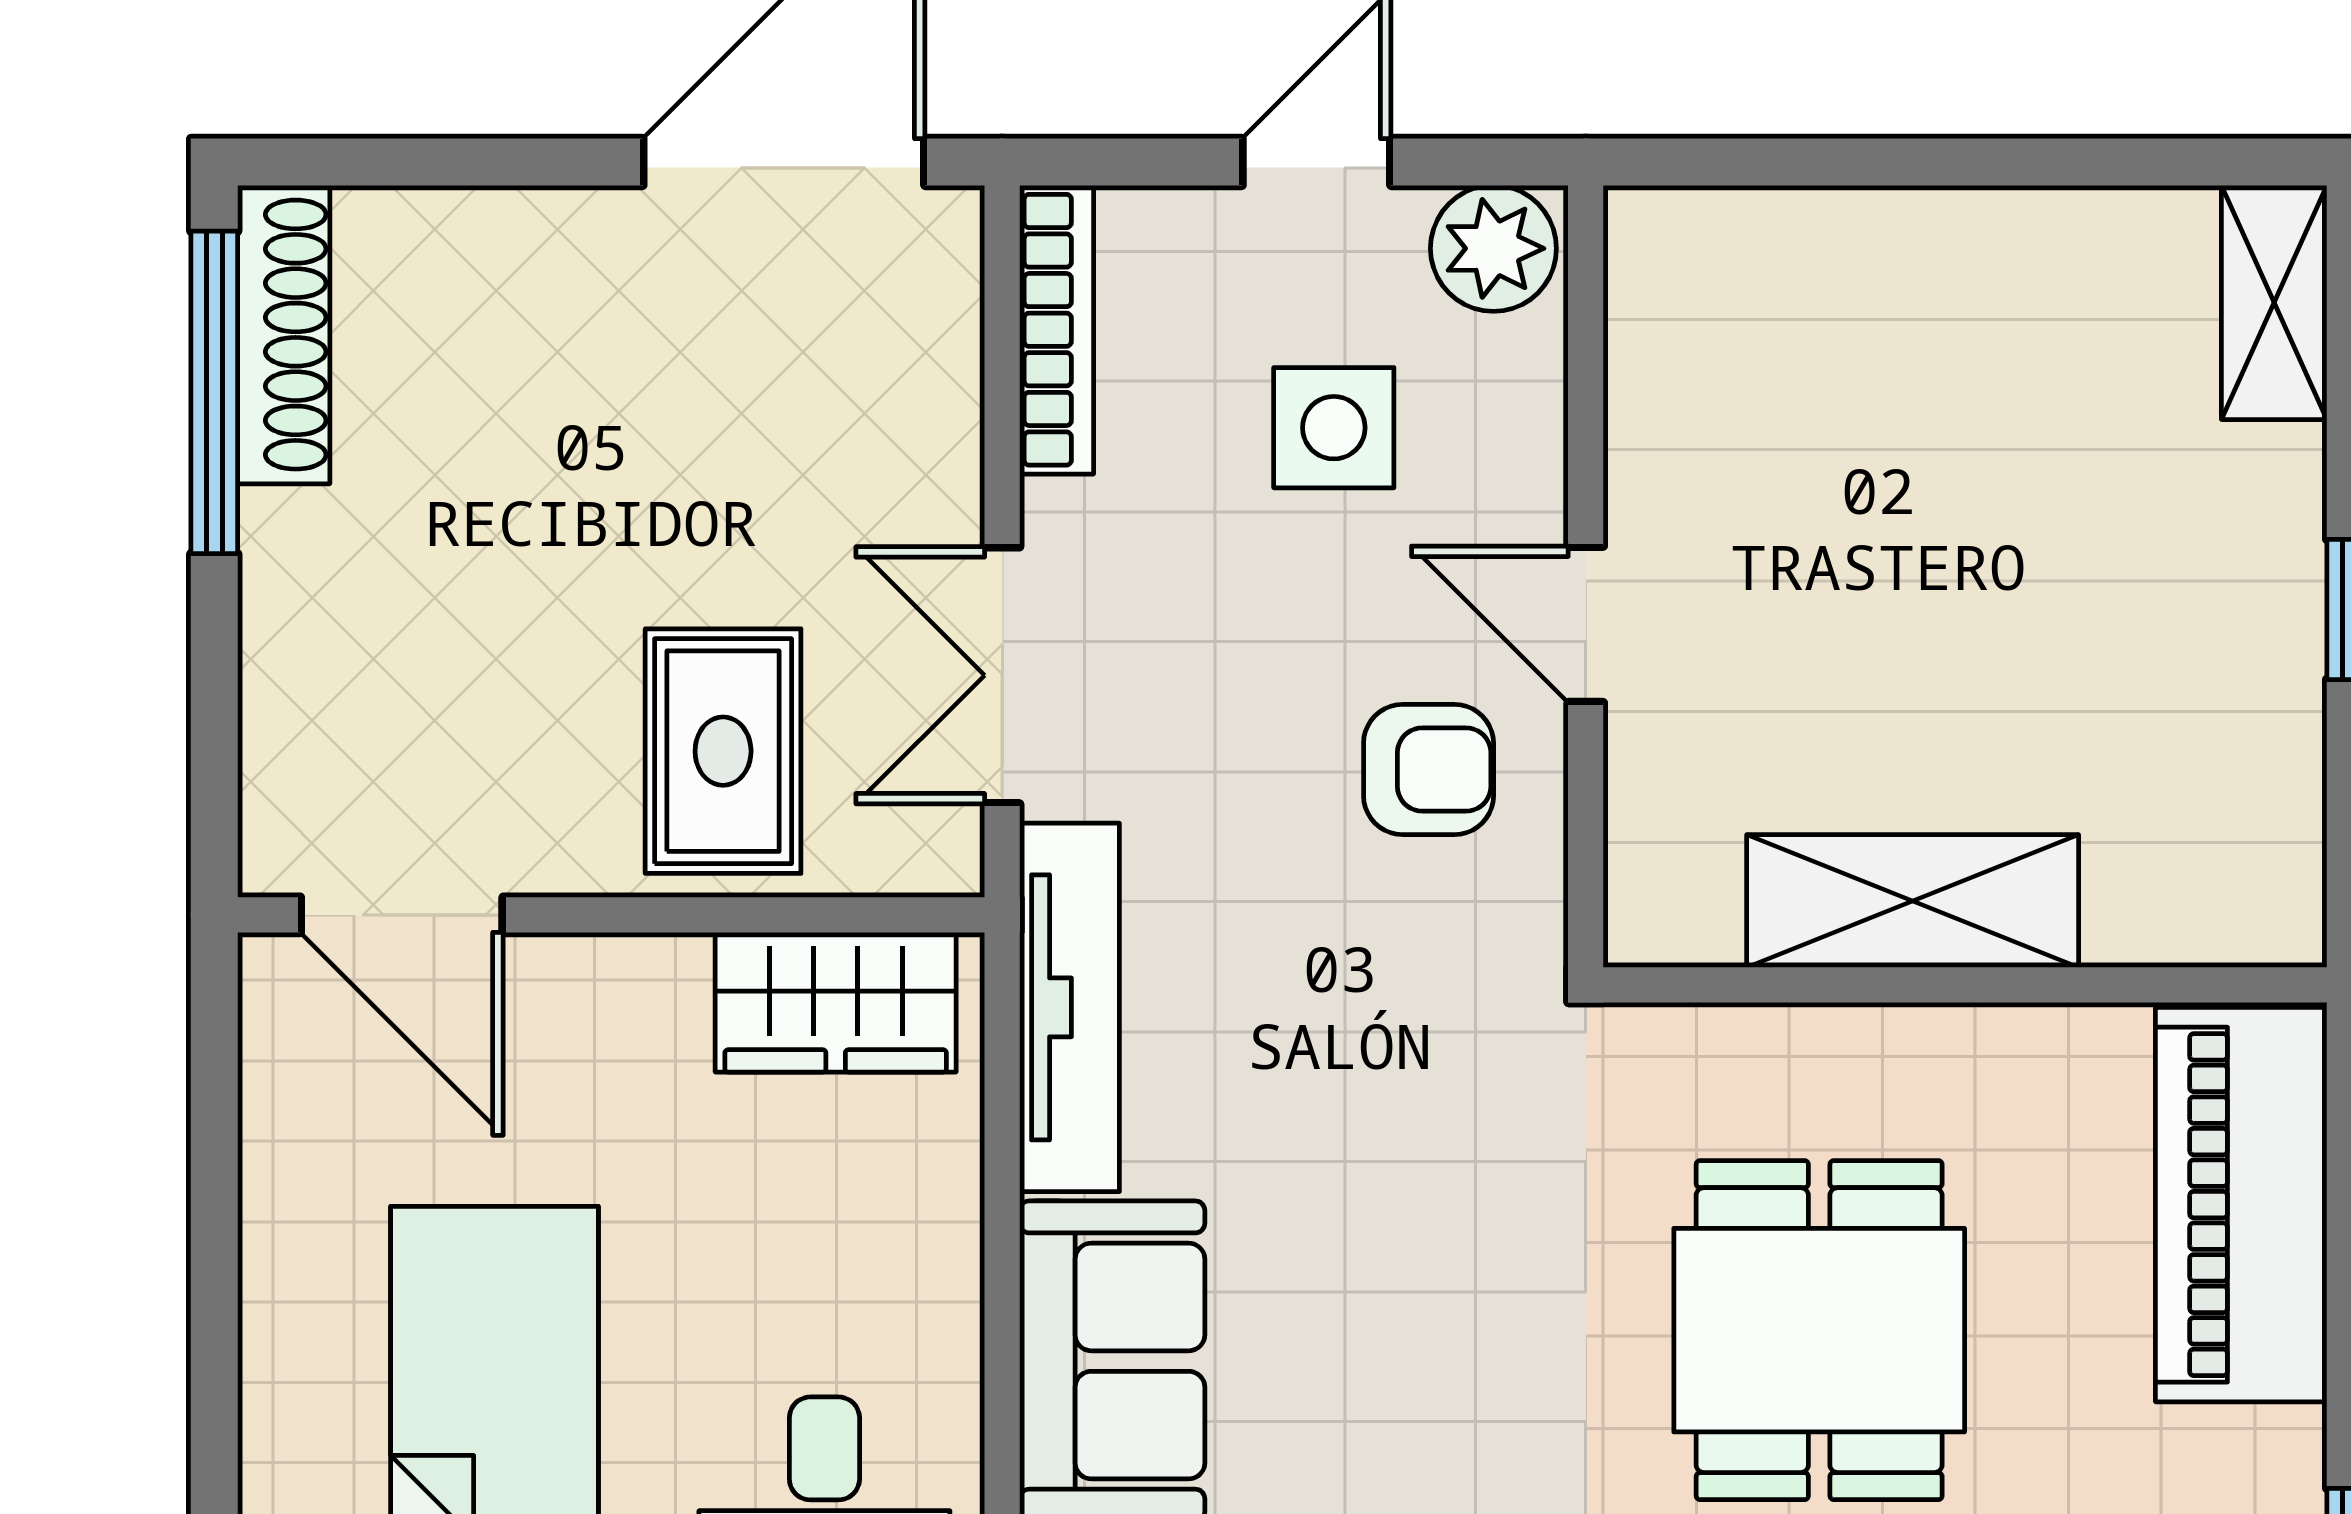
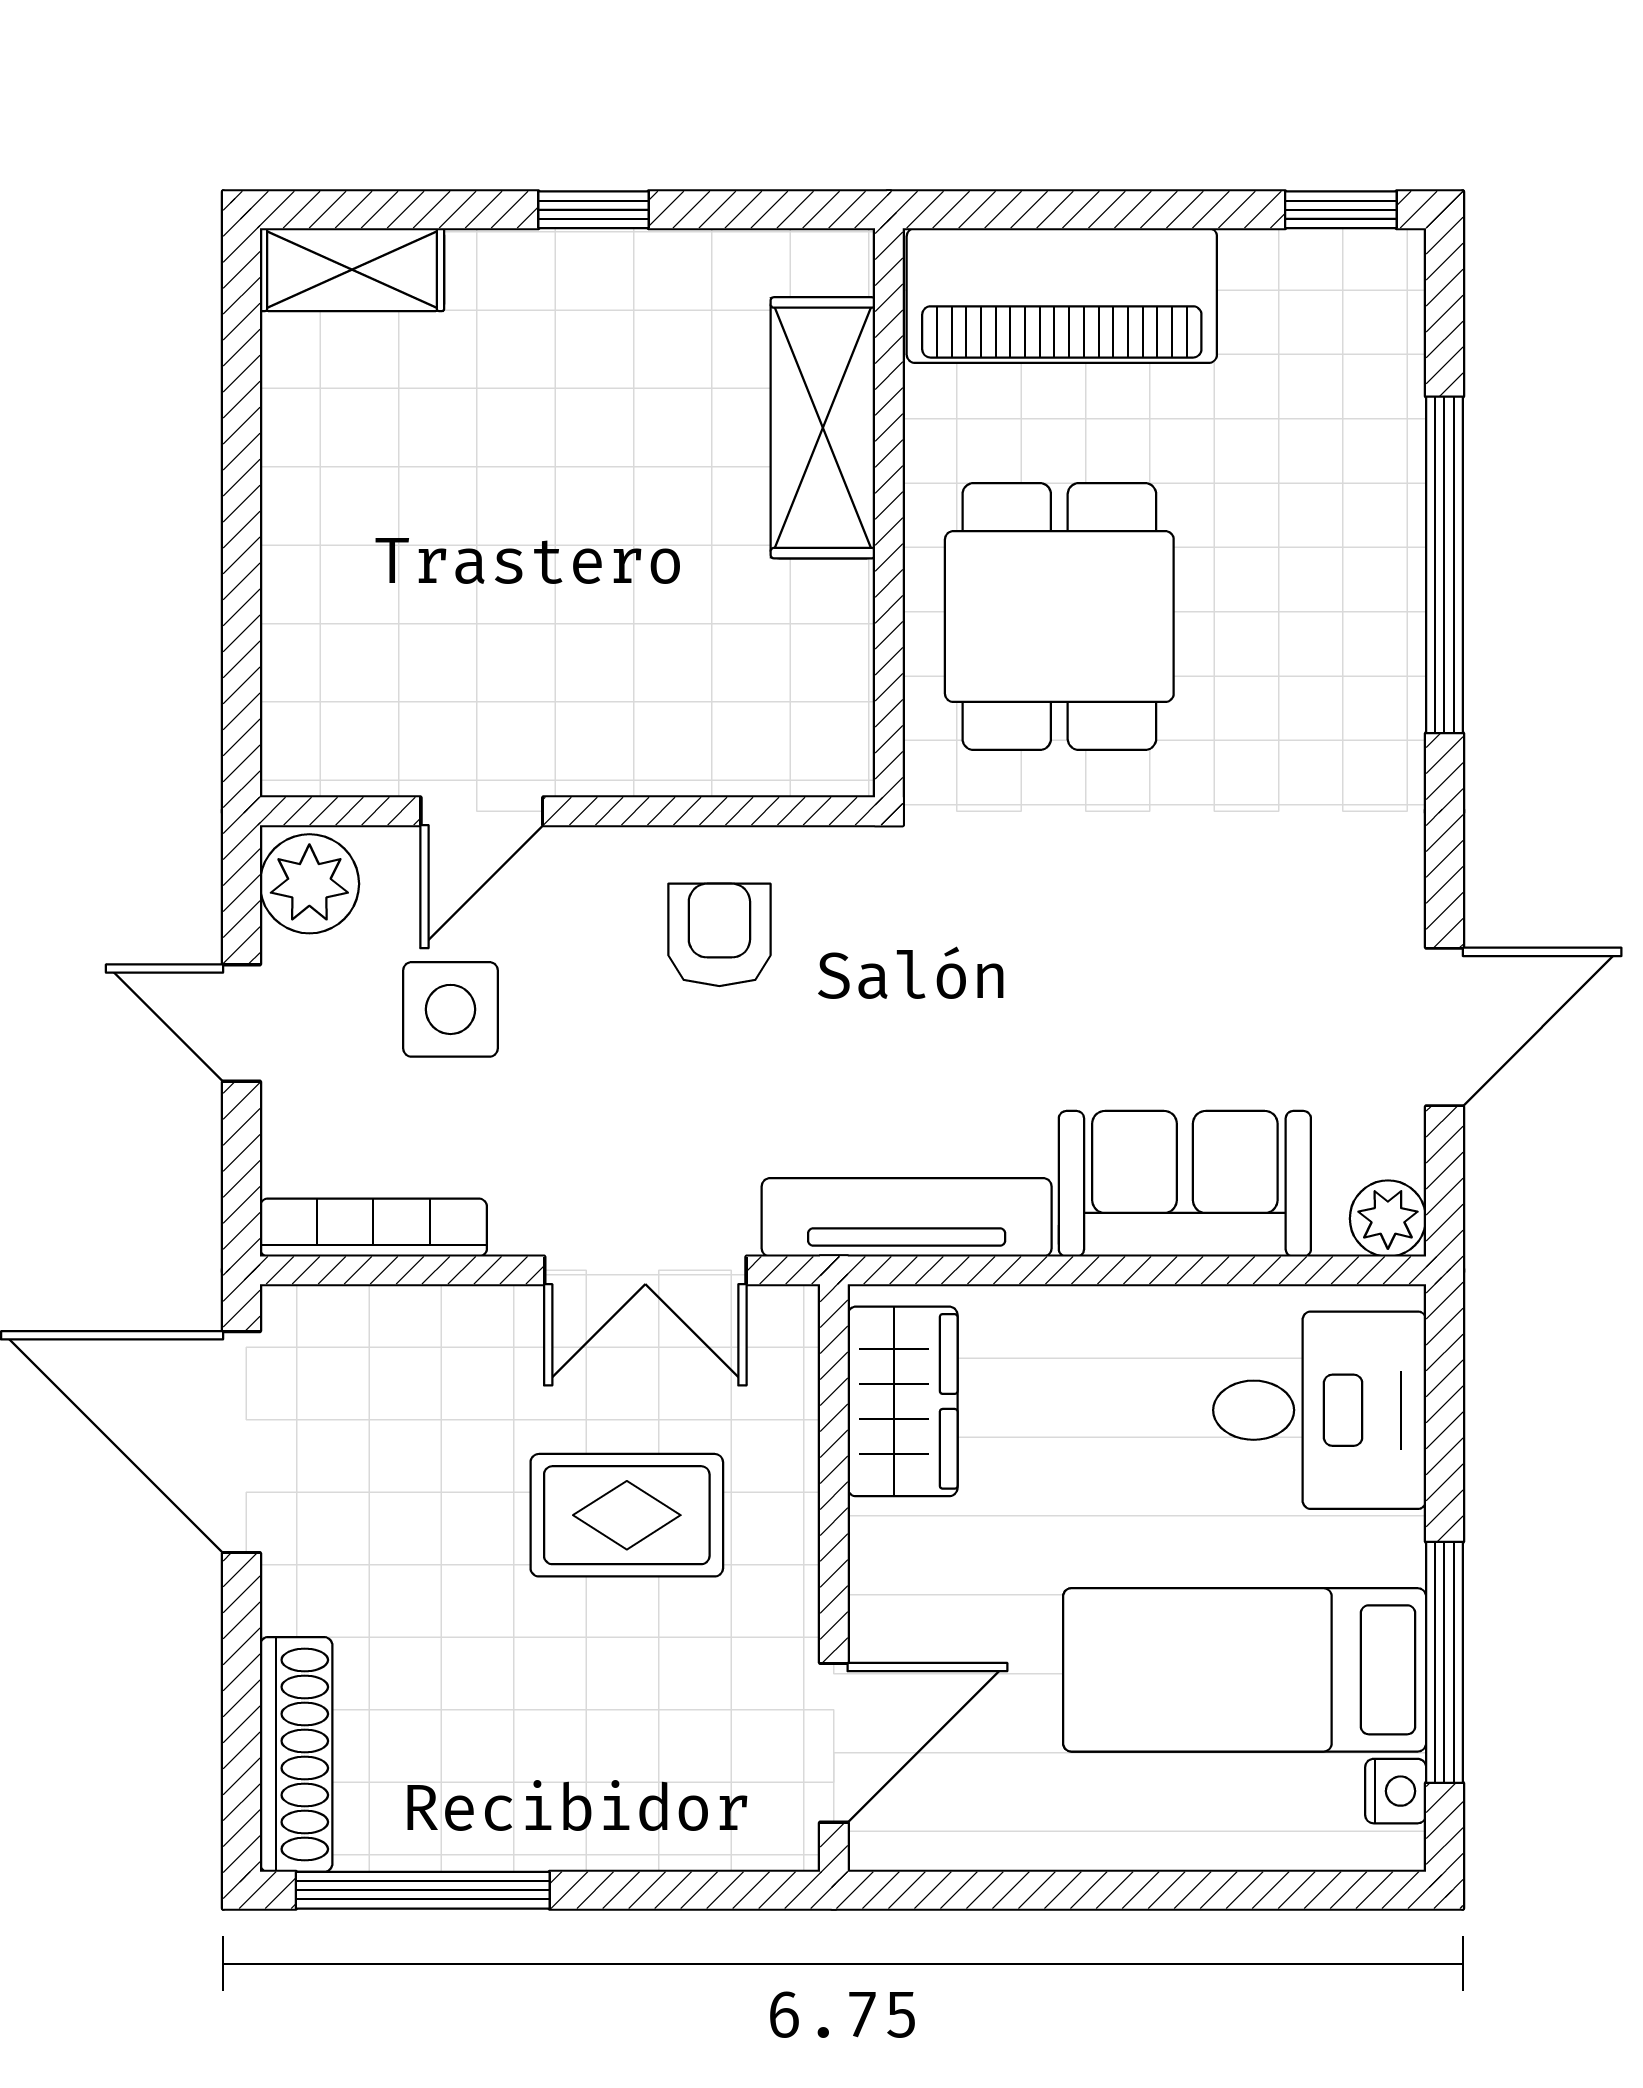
shoe rack: (284, 335) -> (296, 1755), moved, turned 90
door: (1586, 624) -> (482, 811), moved
rug: (723, 751) -> (627, 1515), moved
shelving: (1913, 901) -> (823, 428), moved
dining table: (1819, 1330) -> (1059, 617), moved, turned 90

